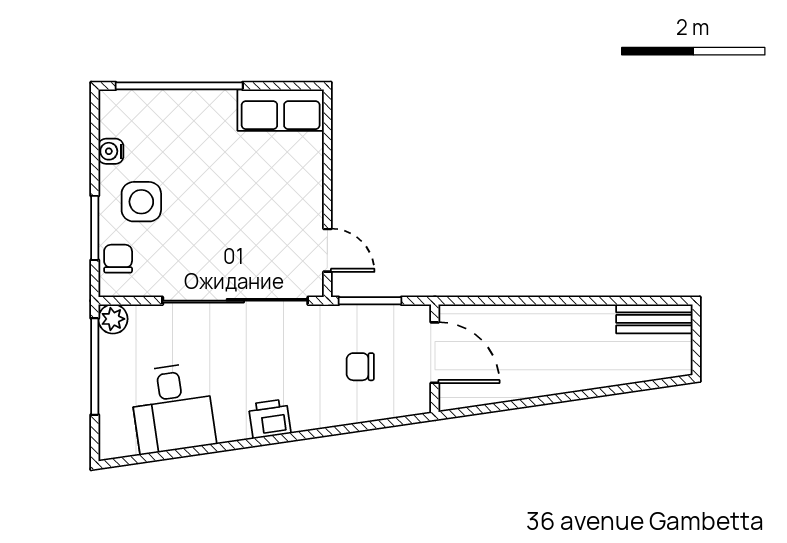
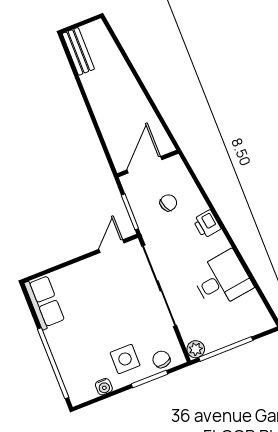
chair: (118, 259) -> (161, 359), turned 78
chair: (360, 367) -> (168, 203), turned -112
desk: (172, 408) -> (222, 280), moved
printer: (270, 419) -> (207, 224), moved

